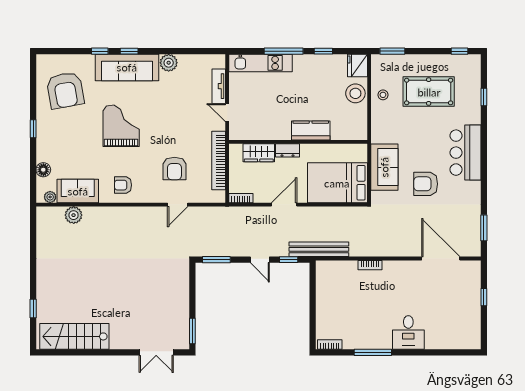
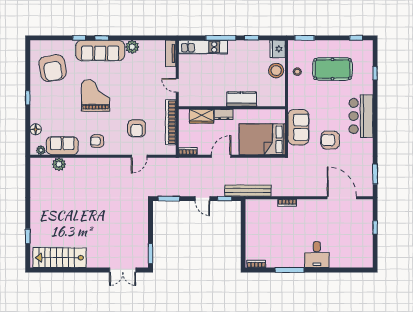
tv unit: (219, 86) -> (171, 53), moved

